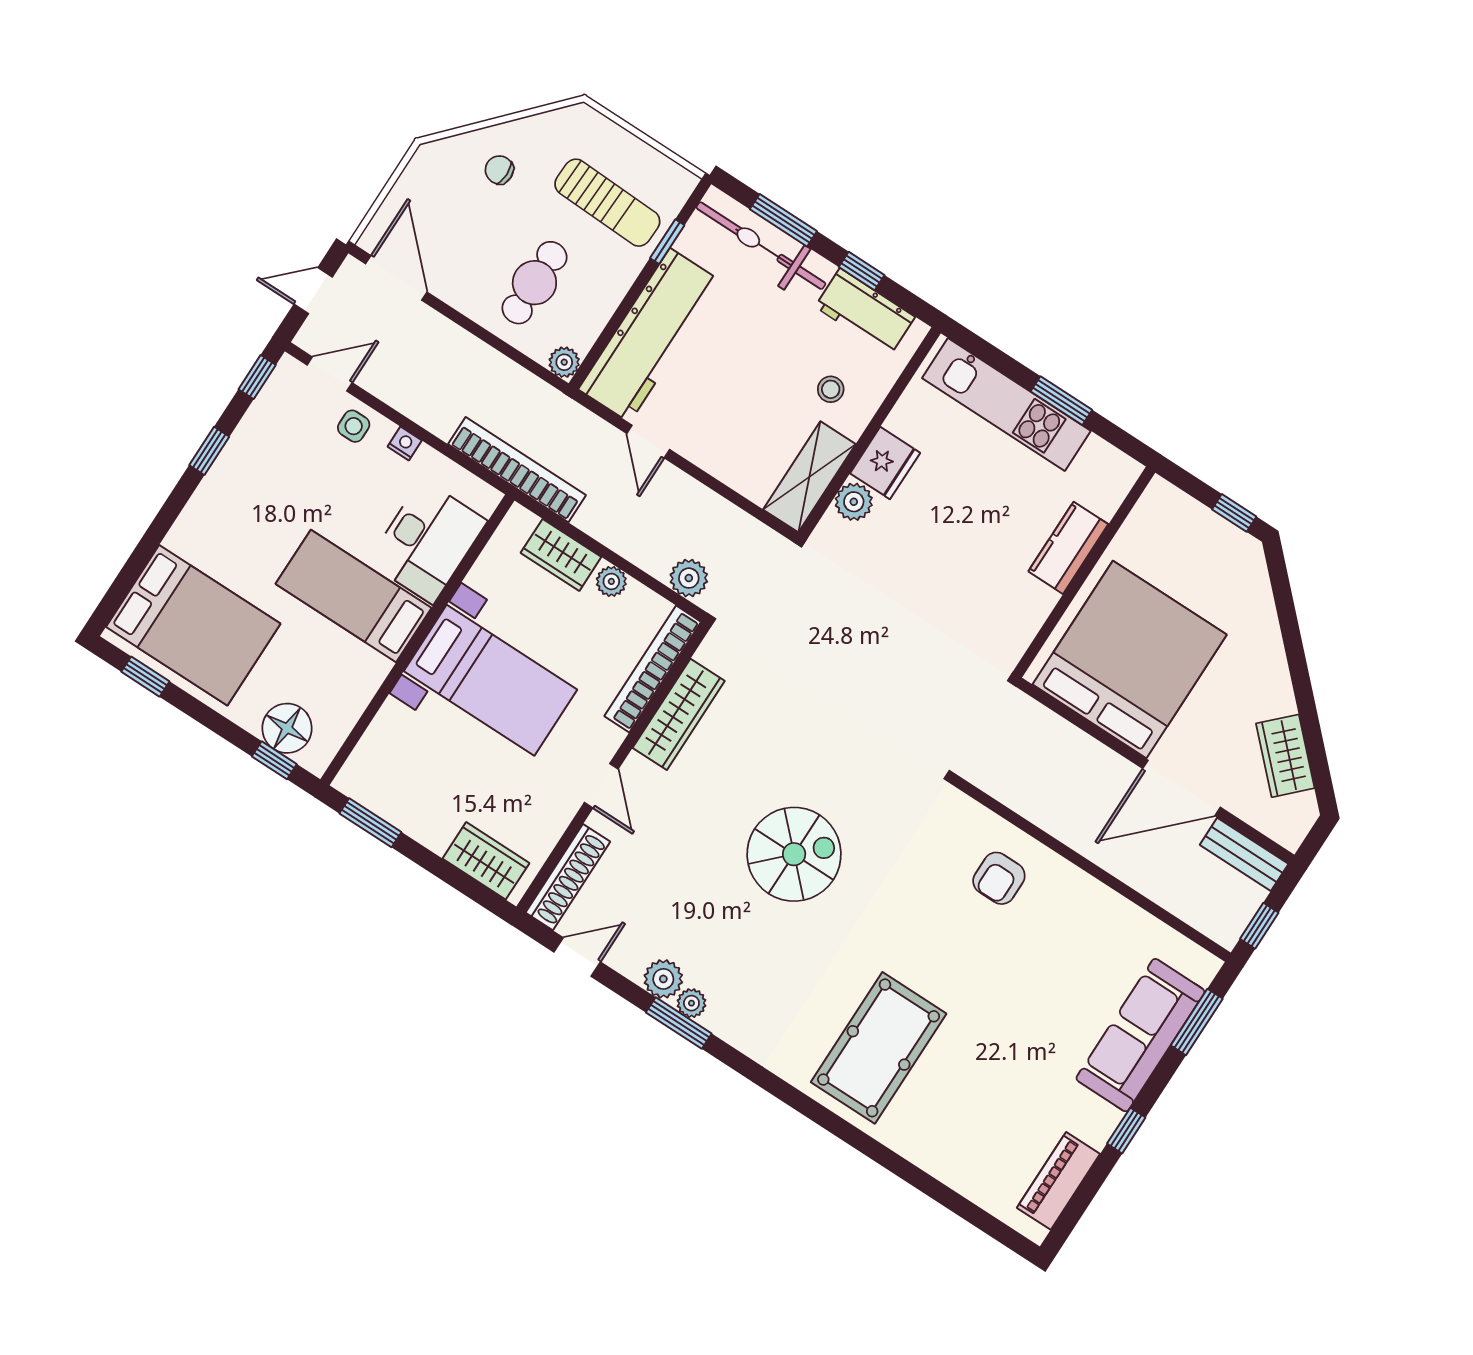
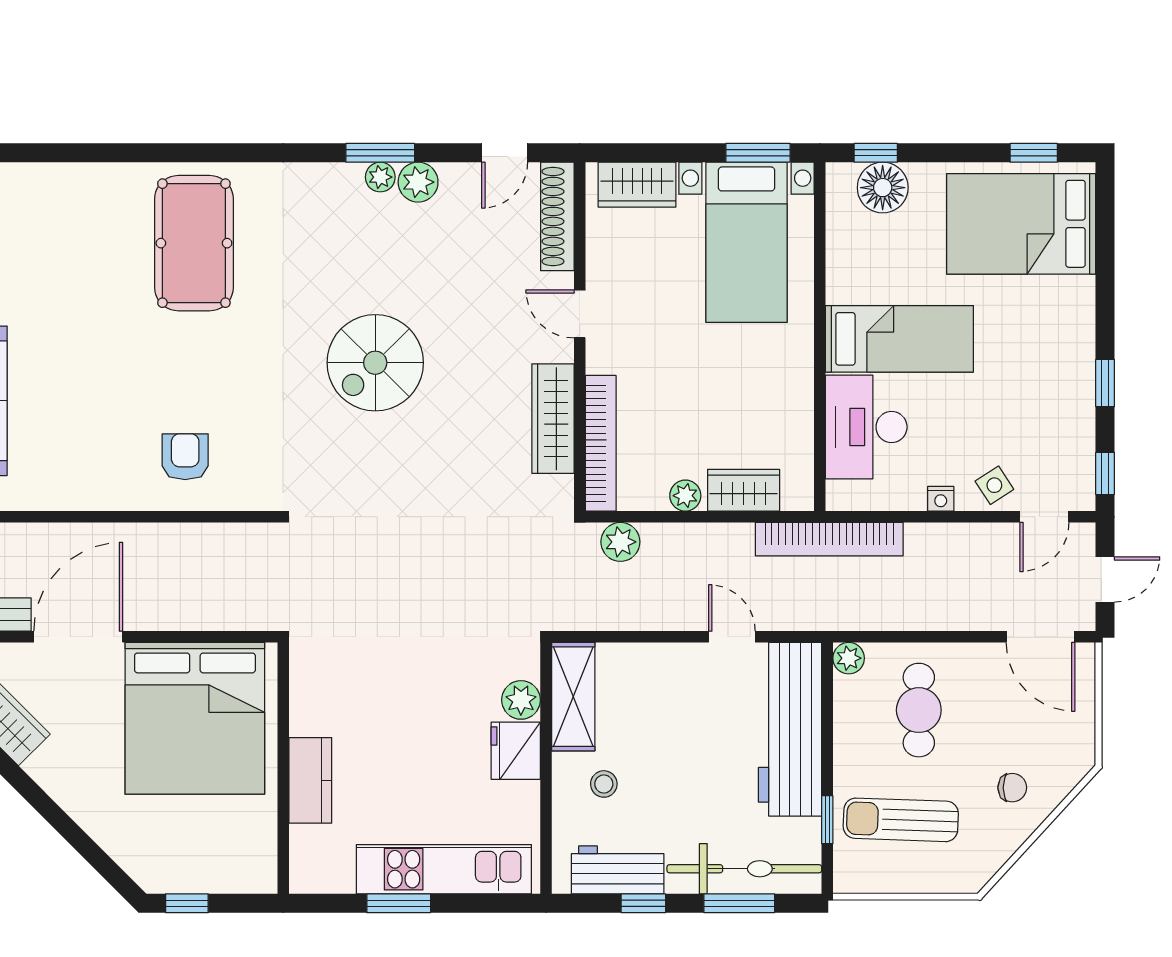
side table: (354, 426) -> (994, 485), turned -33
bed with nightstands: (491, 680) -> (747, 242), moved, turned -90

